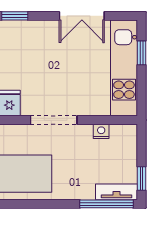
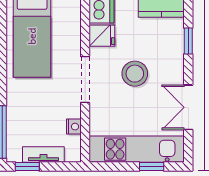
stool: (48, 70) -> (135, 74), added
tv unit: (117, 192) -> (43, 155), moved, turned -90

